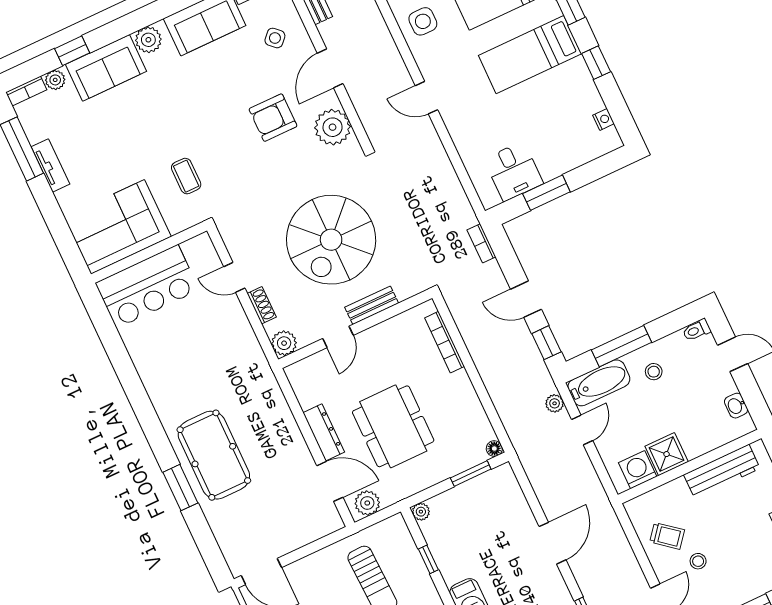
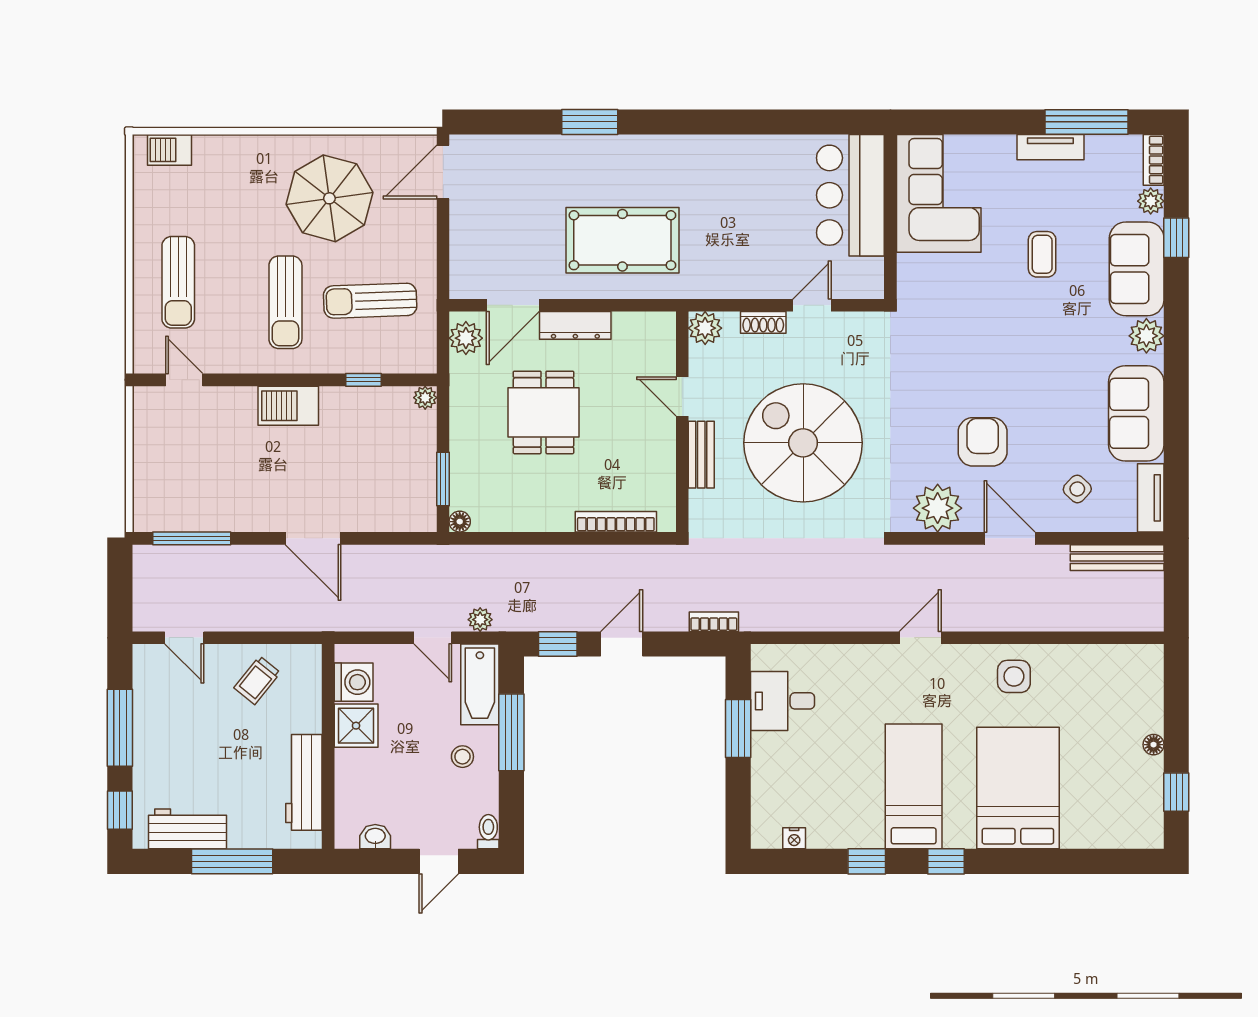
coffee table: (186, 176) -> (1042, 254), moved, turned 90
dining table: (393, 426) -> (544, 412), width x0.73
pool table: (214, 455) -> (622, 240), moved
stool: (698, 561) -> (209, 703), removed

